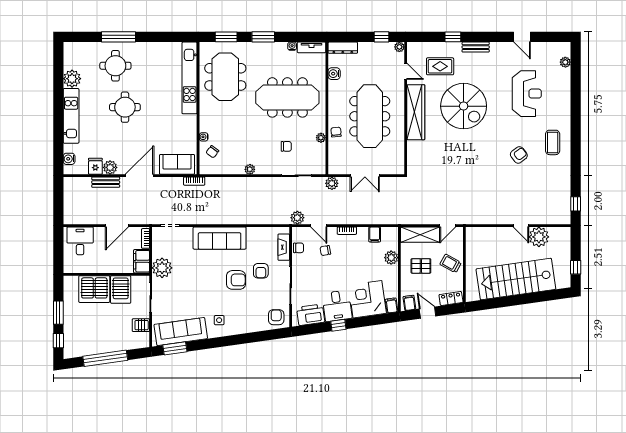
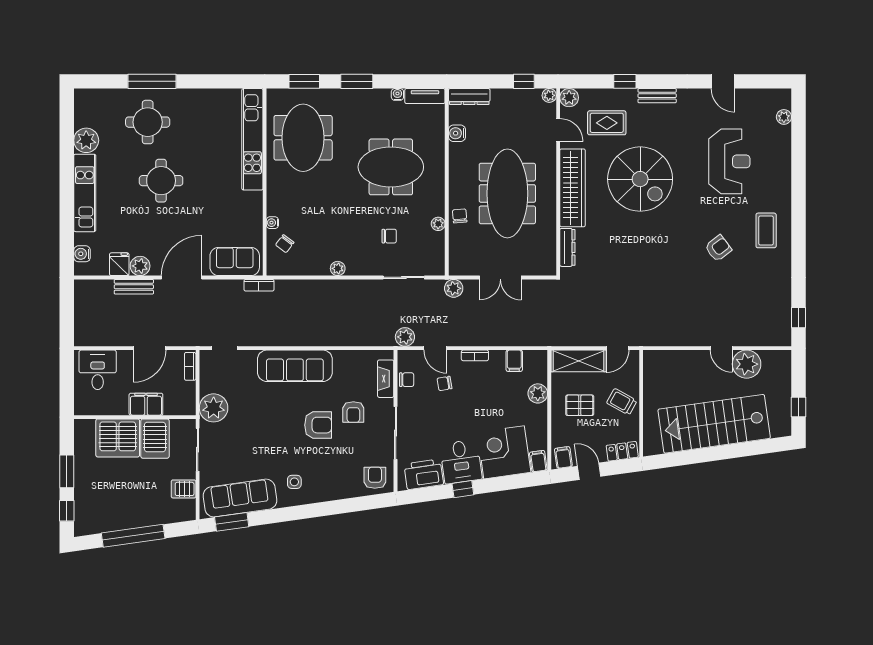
plant: (413, 48) -> (569, 98), added
meeting table: (287, 97) -> (391, 167), width x0.73
dresser: (412, 154) -> (567, 247), added
filing cabinet: (142, 261) -> (146, 404), moved, turned 90

